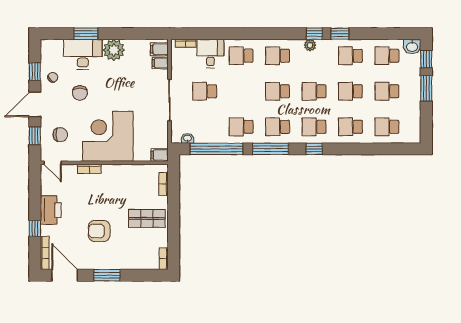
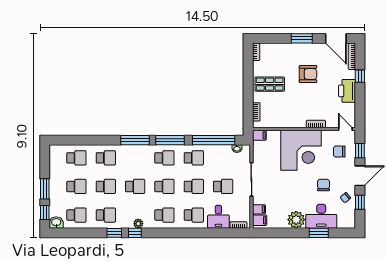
school desk: (314, 127) -> (194, 186), moved
window: (314, 149) -> (135, 140), width x2.17

